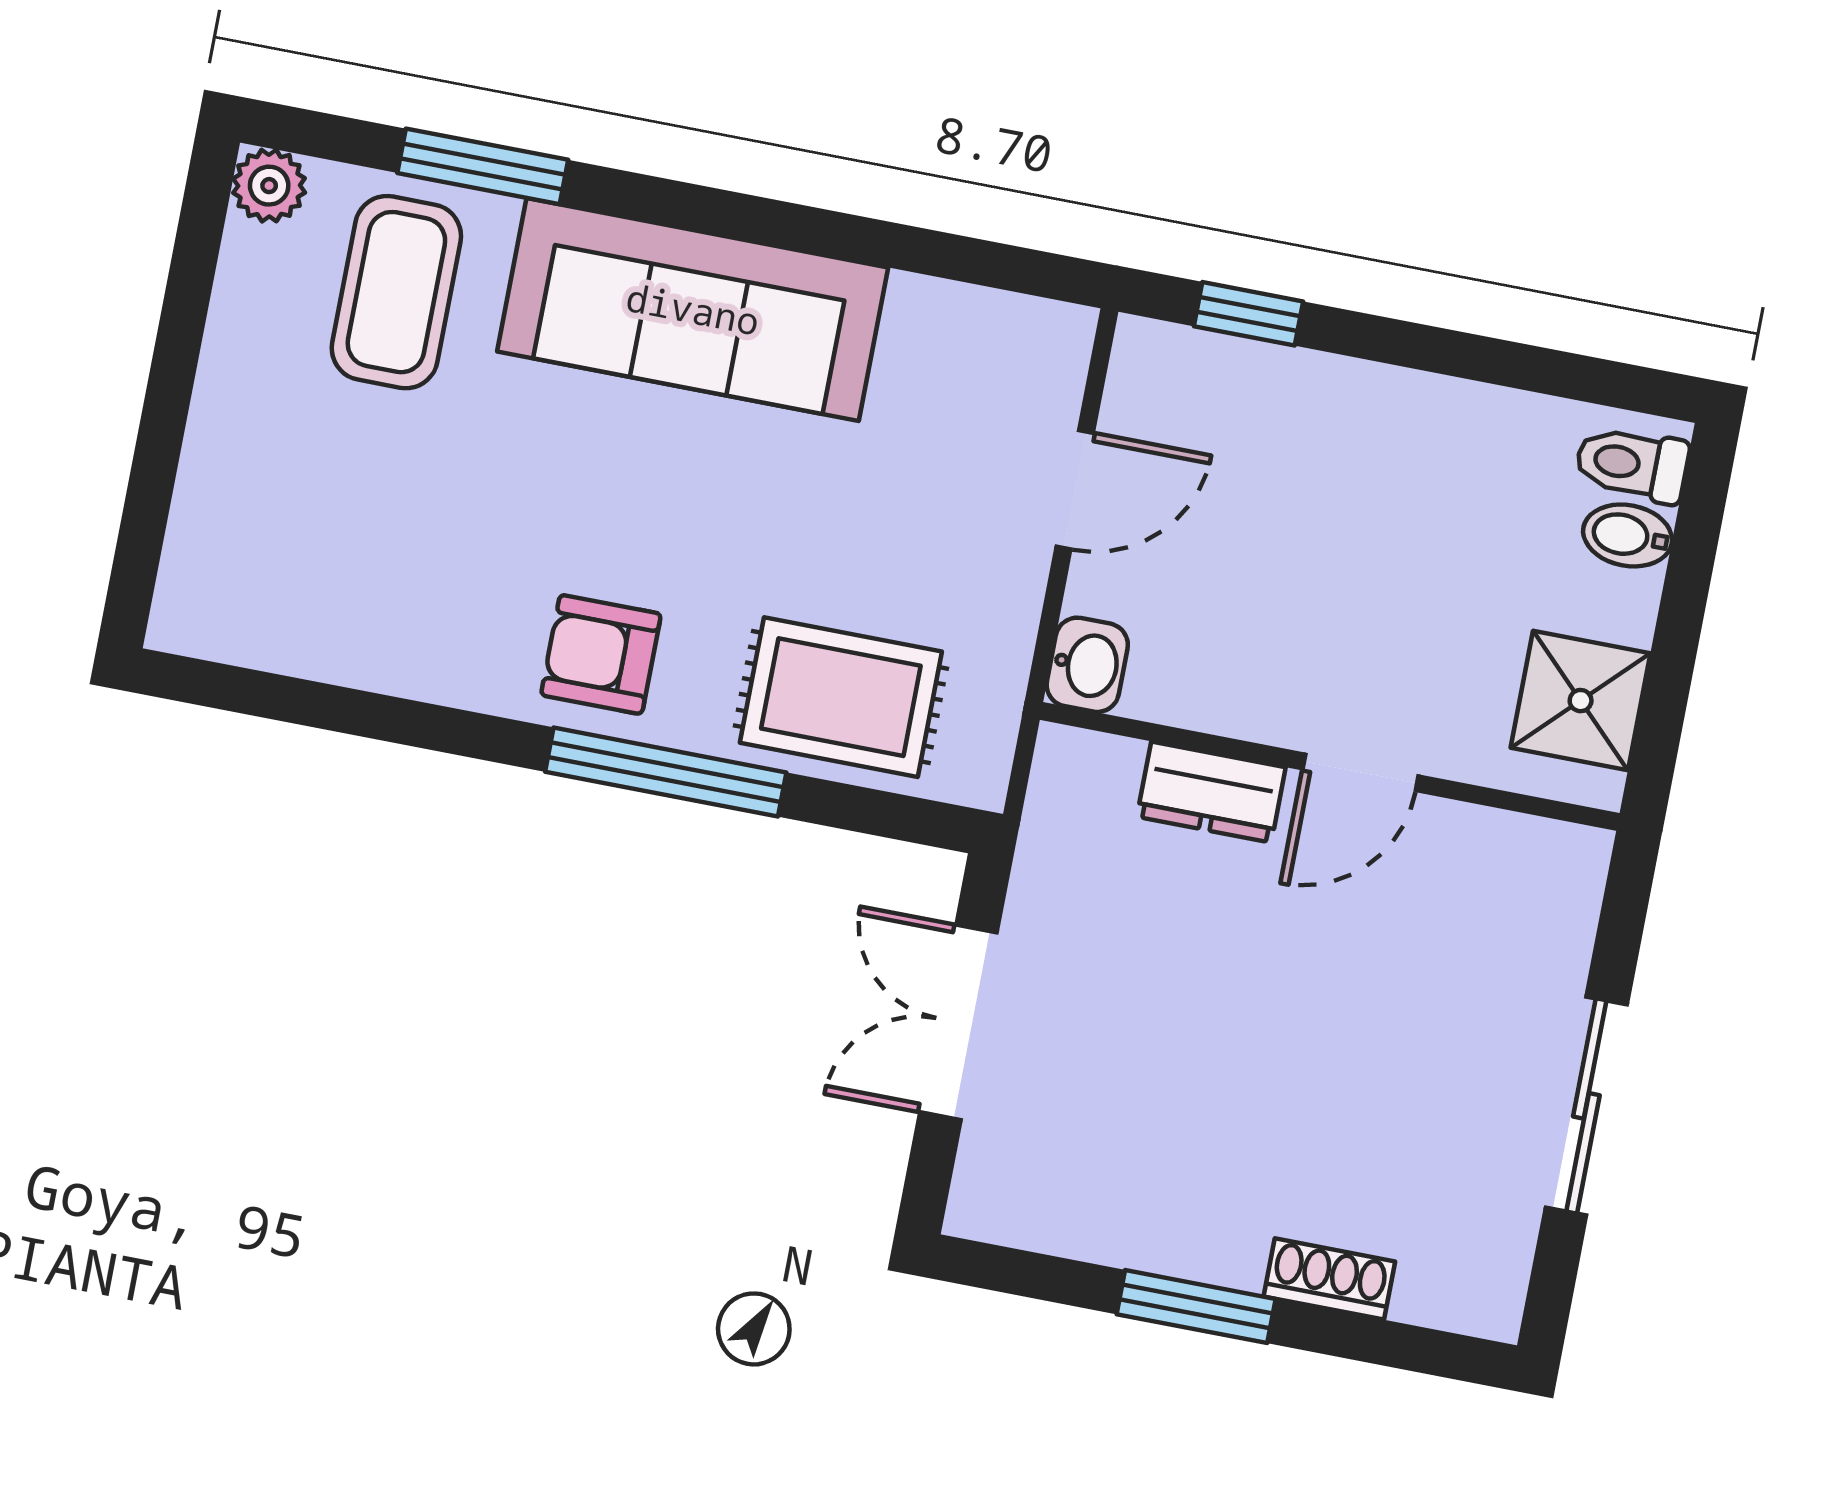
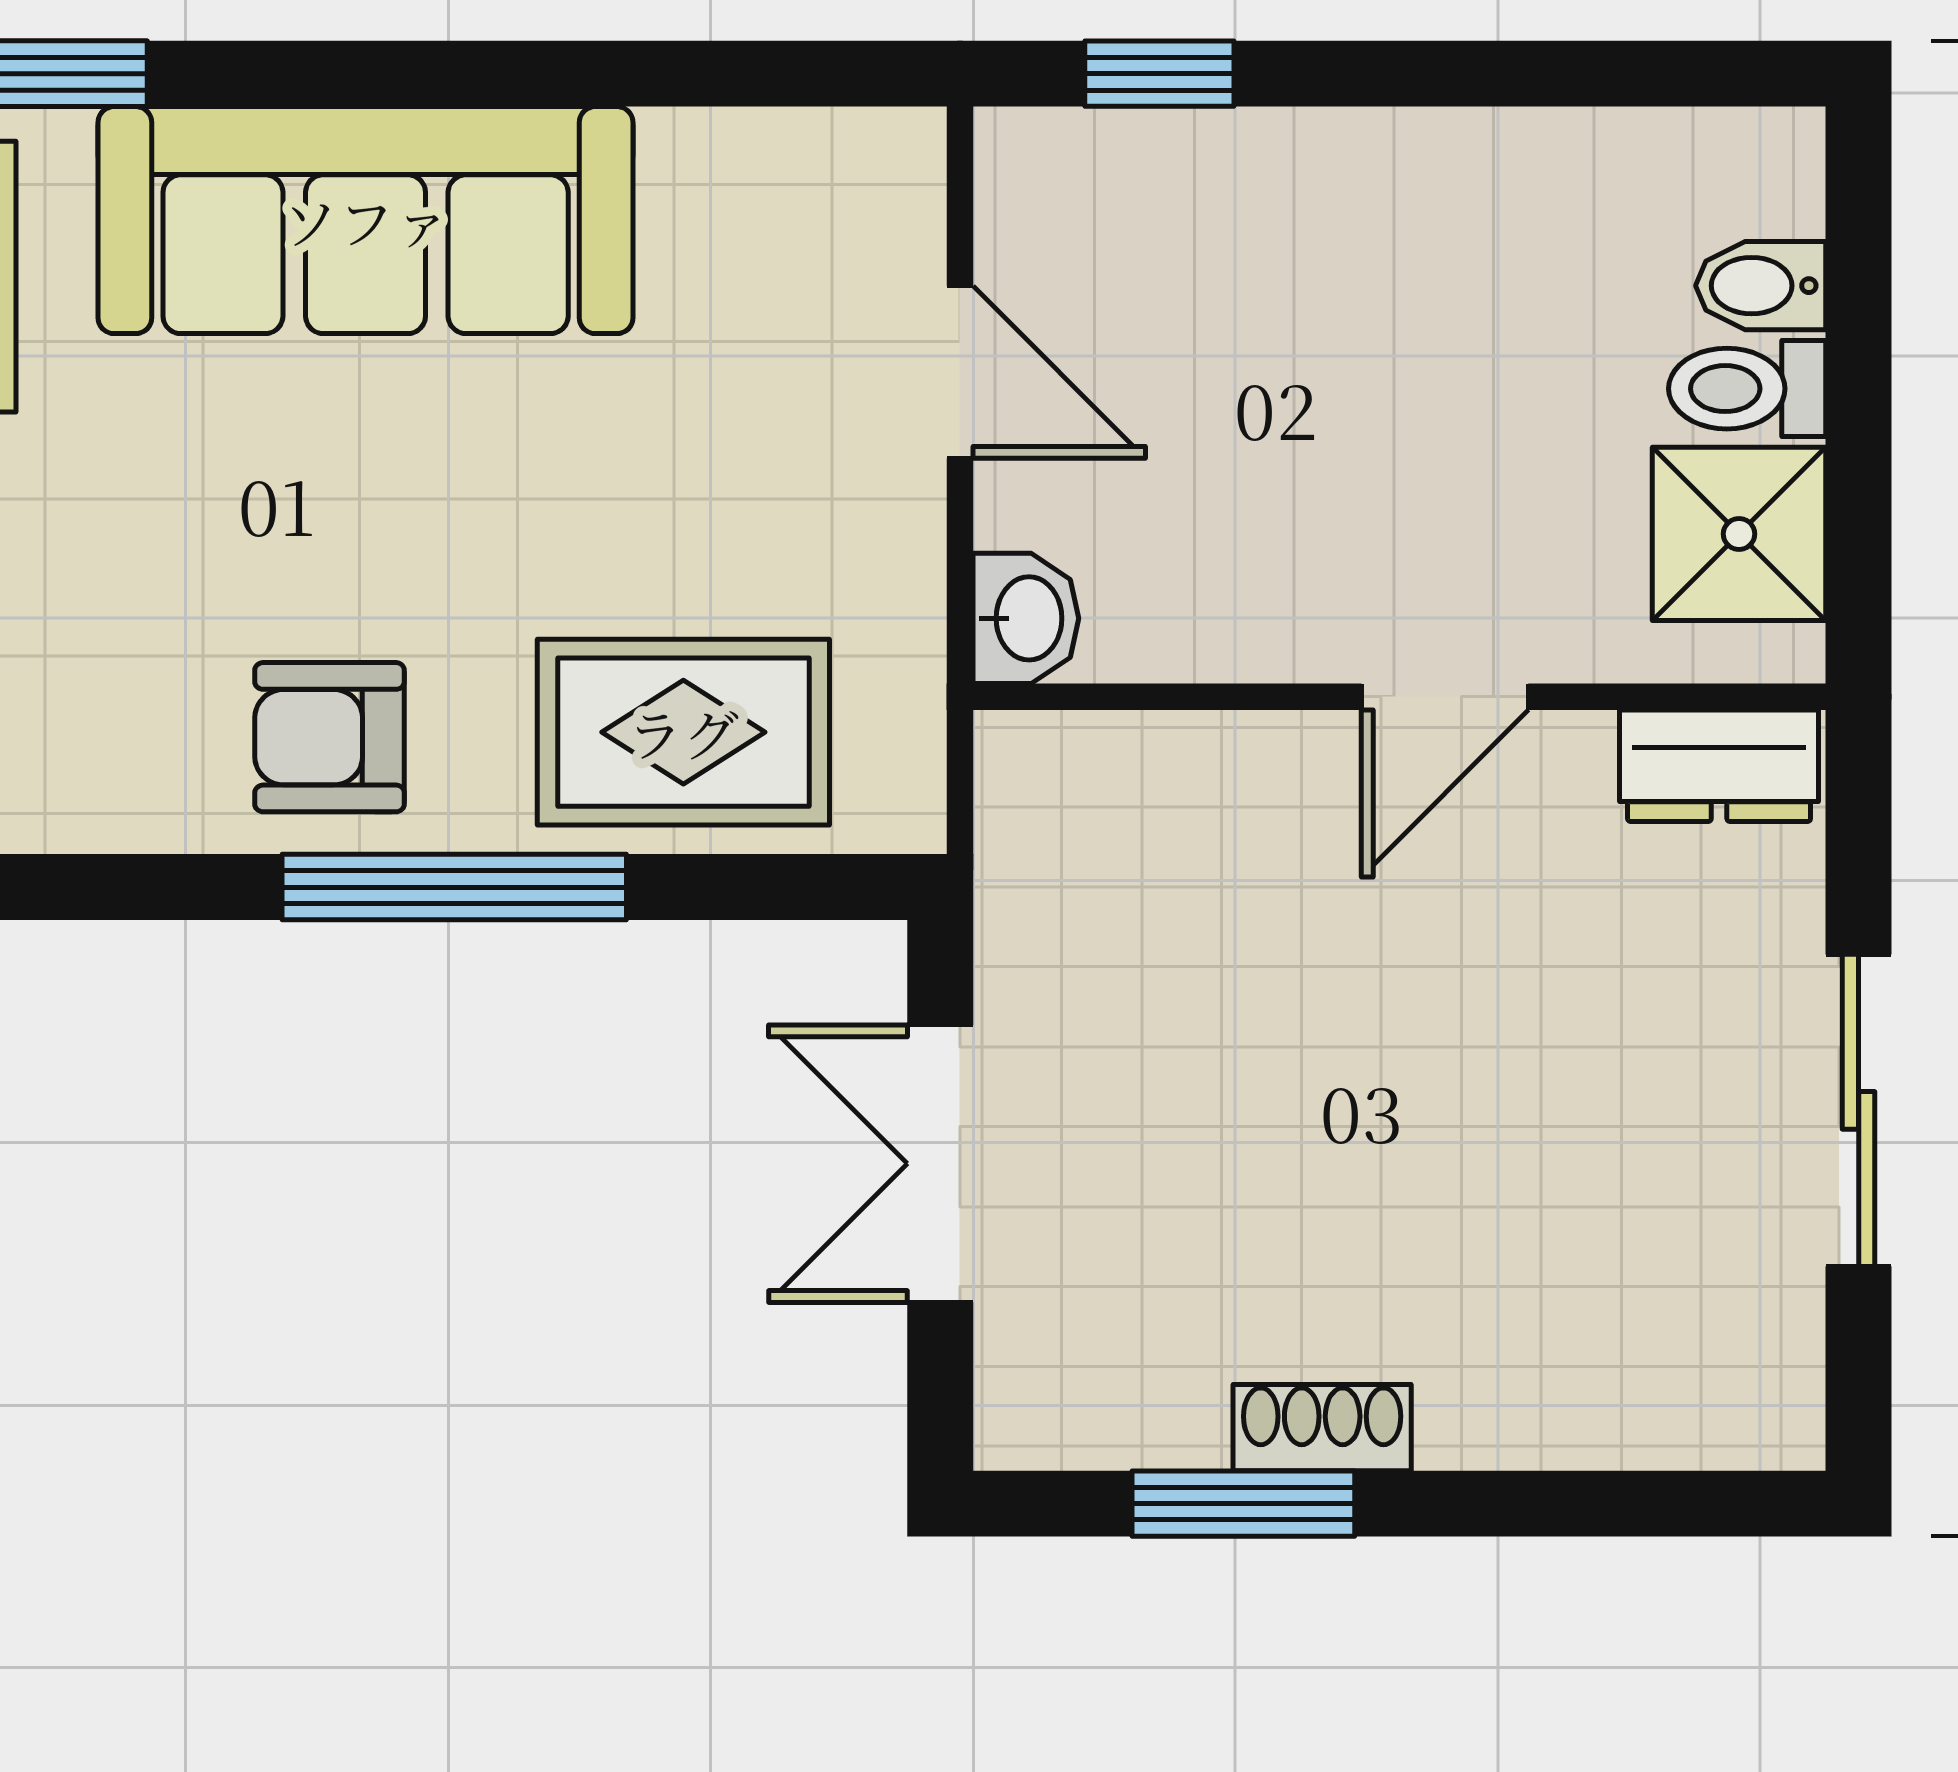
toilet: (1632, 464) -> (1747, 389), moved
door: (1075, 490) -> (960, 372), hinge flipped
dresser: (1211, 792) -> (1719, 766), moved
shoe rack: (1329, 1279) -> (1322, 1428), moved
window: (1196, 1307) -> (1243, 1504), moved

